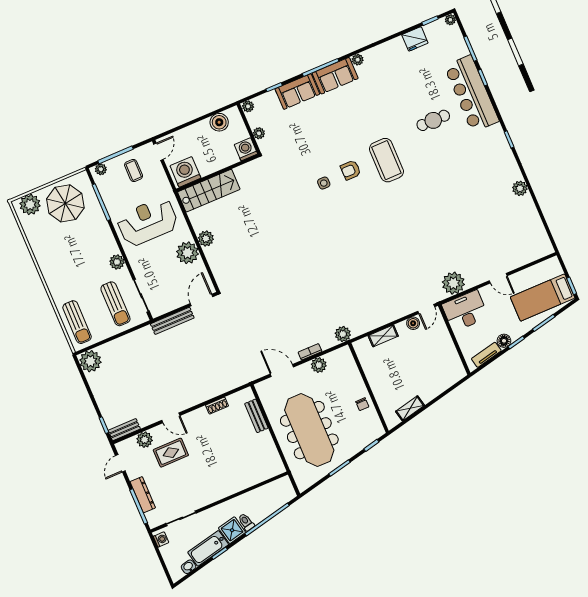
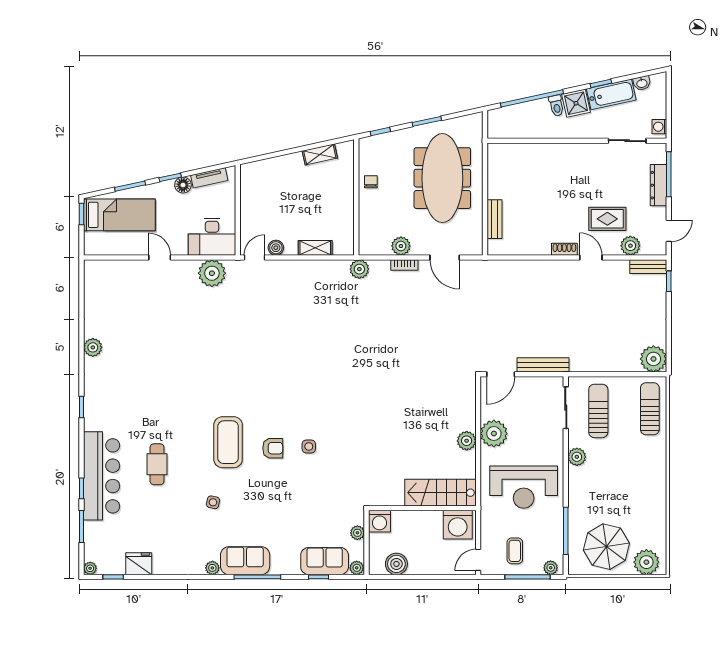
sofa: (297, 92) -> (325, 561), moved
side table: (378, 110) -> (213, 502), added
cafe table: (433, 120) -> (157, 464), turned 90
shoe rack: (217, 406) -> (564, 249), moved

